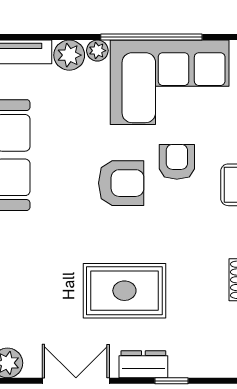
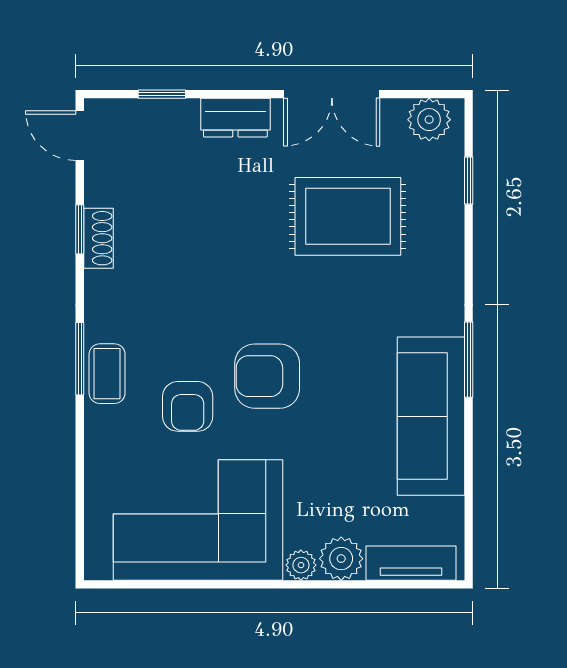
window: (151, 37) -> (224, 584), removed
rug: (124, 291) -> (348, 216), moved
window: (171, 381) -> (162, 94), moved

